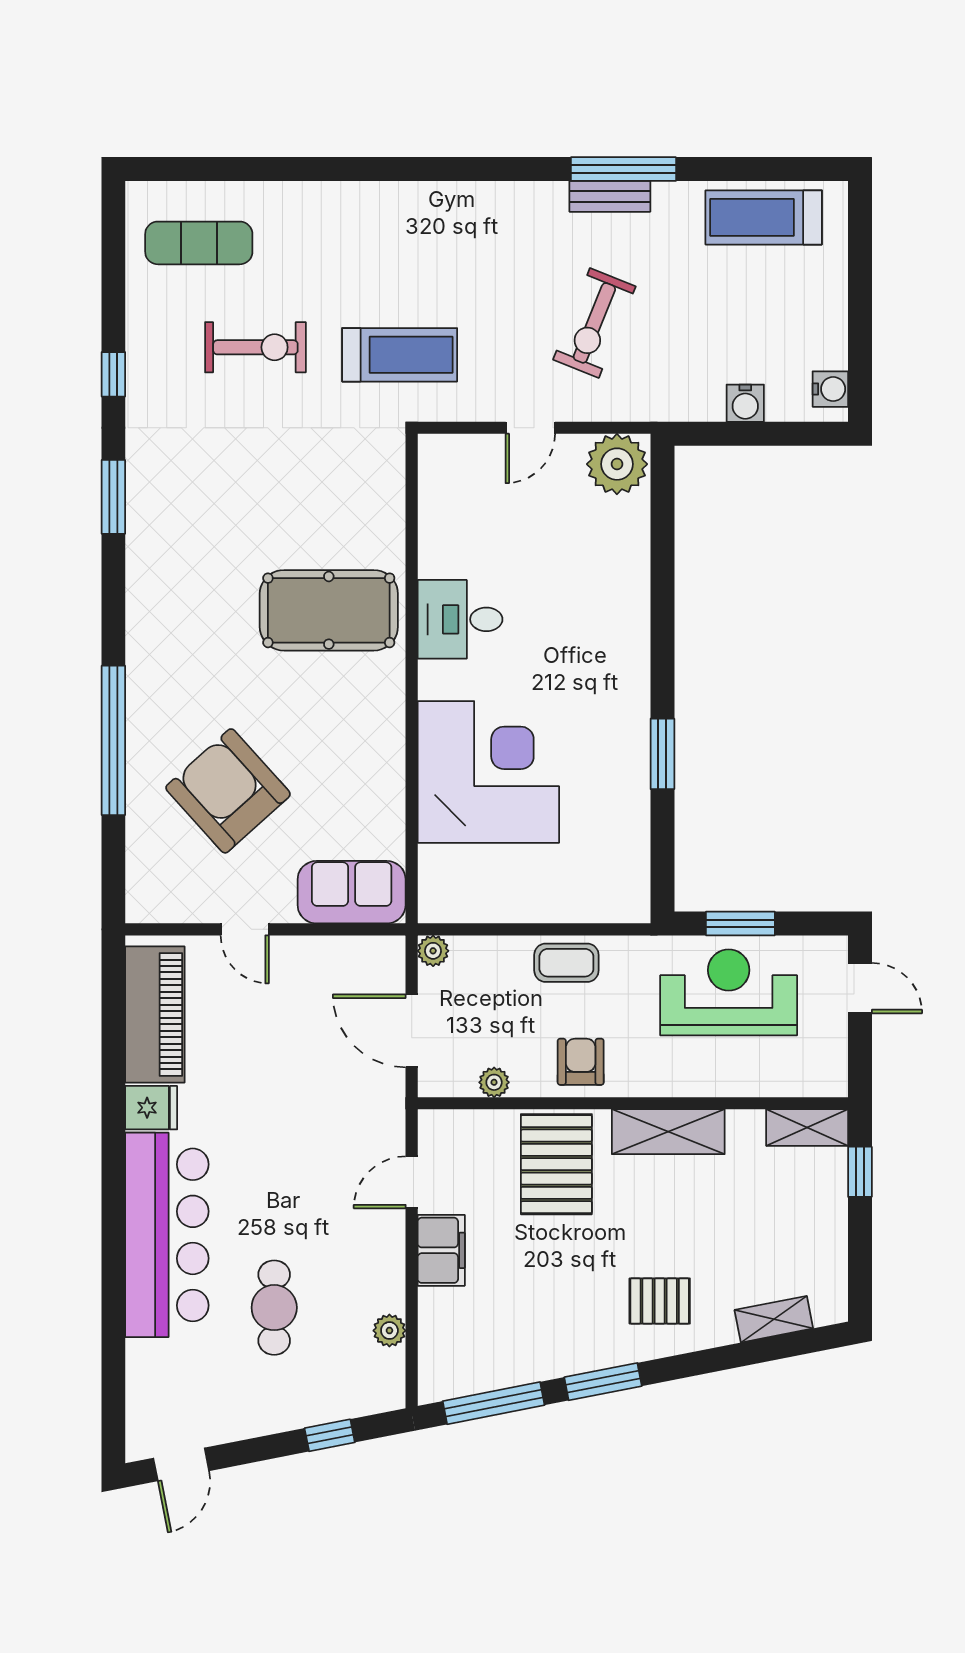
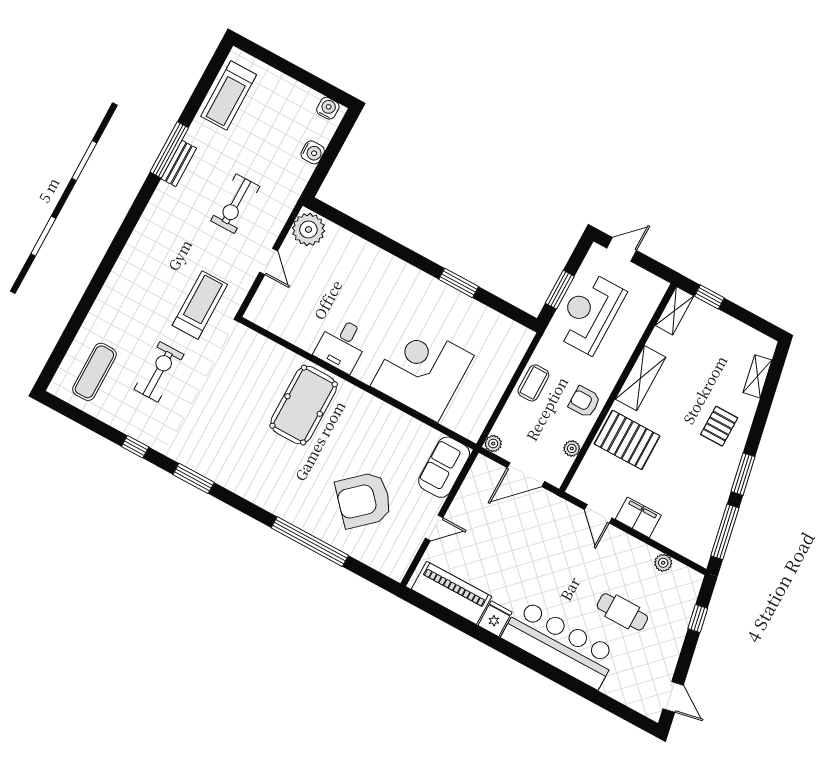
exercise bike: (594, 323) -> (235, 204), turned 68

